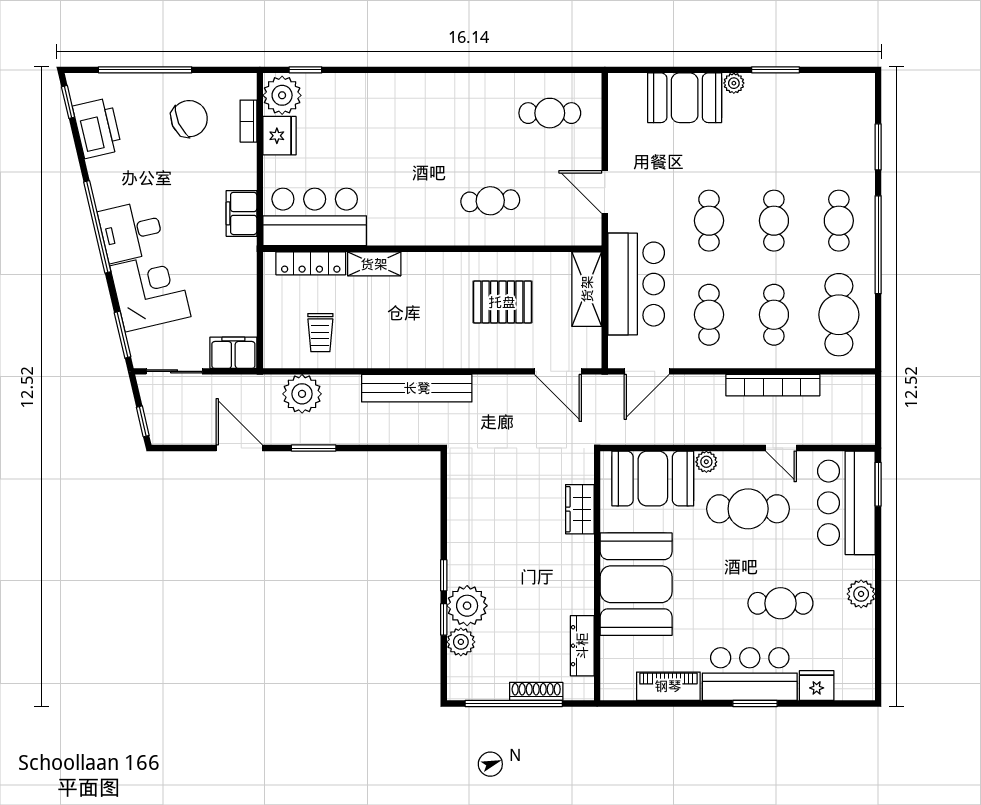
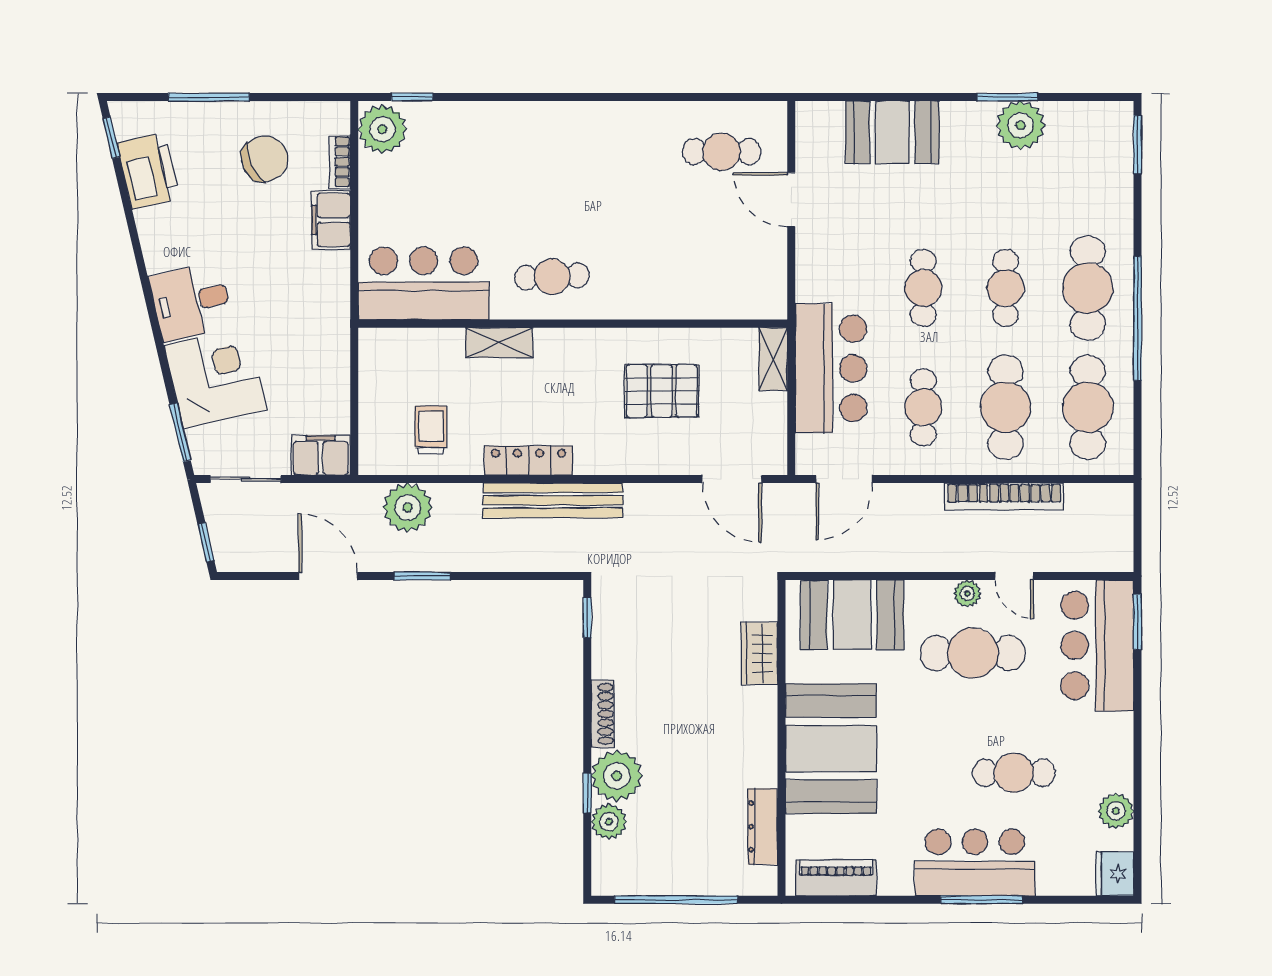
window: (145, 70) -> (209, 97), width x0.68
plant: (734, 83) -> (1021, 125), moved, width x1.87, depth x1.87
fridge: (279, 136) -> (379, 180), removed
window: (878, 147) -> (1138, 145), moved
door: (605, 192) -> (791, 200), moved
cafe table: (490, 201) -> (552, 277), moved
filing cabinet: (242, 213) -> (331, 220), moved
cafe table: (839, 221) -> (1088, 288), width x1.37, depth x1.35
window: (97, 227) -> (148, 296), removed
locker: (311, 263) -> (529, 461), moved, turned 180
shelving: (587, 289) -> (773, 359), width x0.67, depth x0.75
cafe table: (774, 315) -> (1006, 407), width x1.37, depth x1.35
trolley: (320, 333) -> (431, 430), turned 180
plant: (706, 462) -> (967, 593), moved
window: (444, 575) -> (587, 618), moved
plant: (861, 594) -> (1116, 811), moved
piano: (668, 686) -> (836, 878), moved
fridge: (817, 686) -> (1115, 874), moved, turned -90
shoe rack: (536, 691) -> (603, 714), moved, turned 90
window: (755, 704) -> (981, 900), width x1.44

